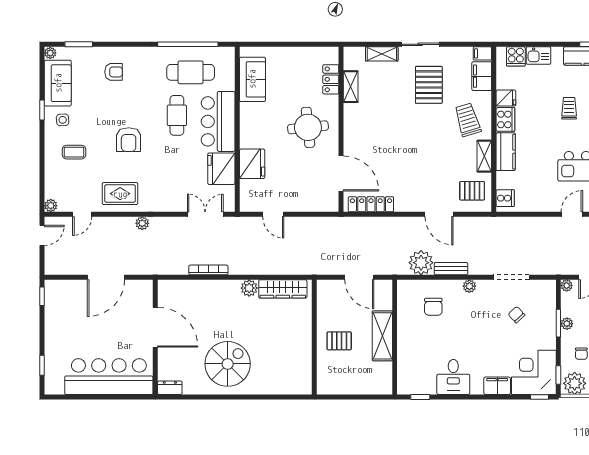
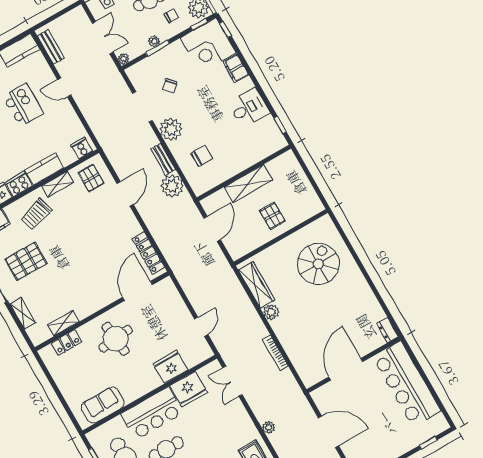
plant: (469, 286) -> (171, 129), width x1.88, depth x1.88
spiral stairs: (228, 364) -> (318, 264), moved, turned 90

